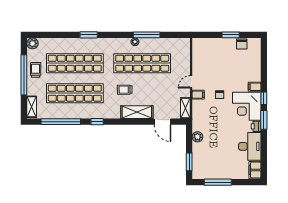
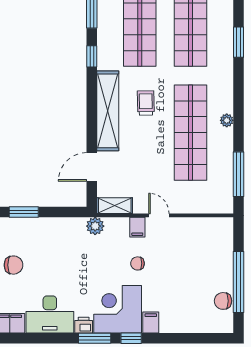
window: (147, 35) -> (238, 174), moved
window: (231, 35) -> (238, 282), width x2.11
shelving: (137, 112) -> (108, 111), width x1.47
plant: (197, 137) -> (95, 226), moved
chair: (221, 168) -> (14, 265), added

